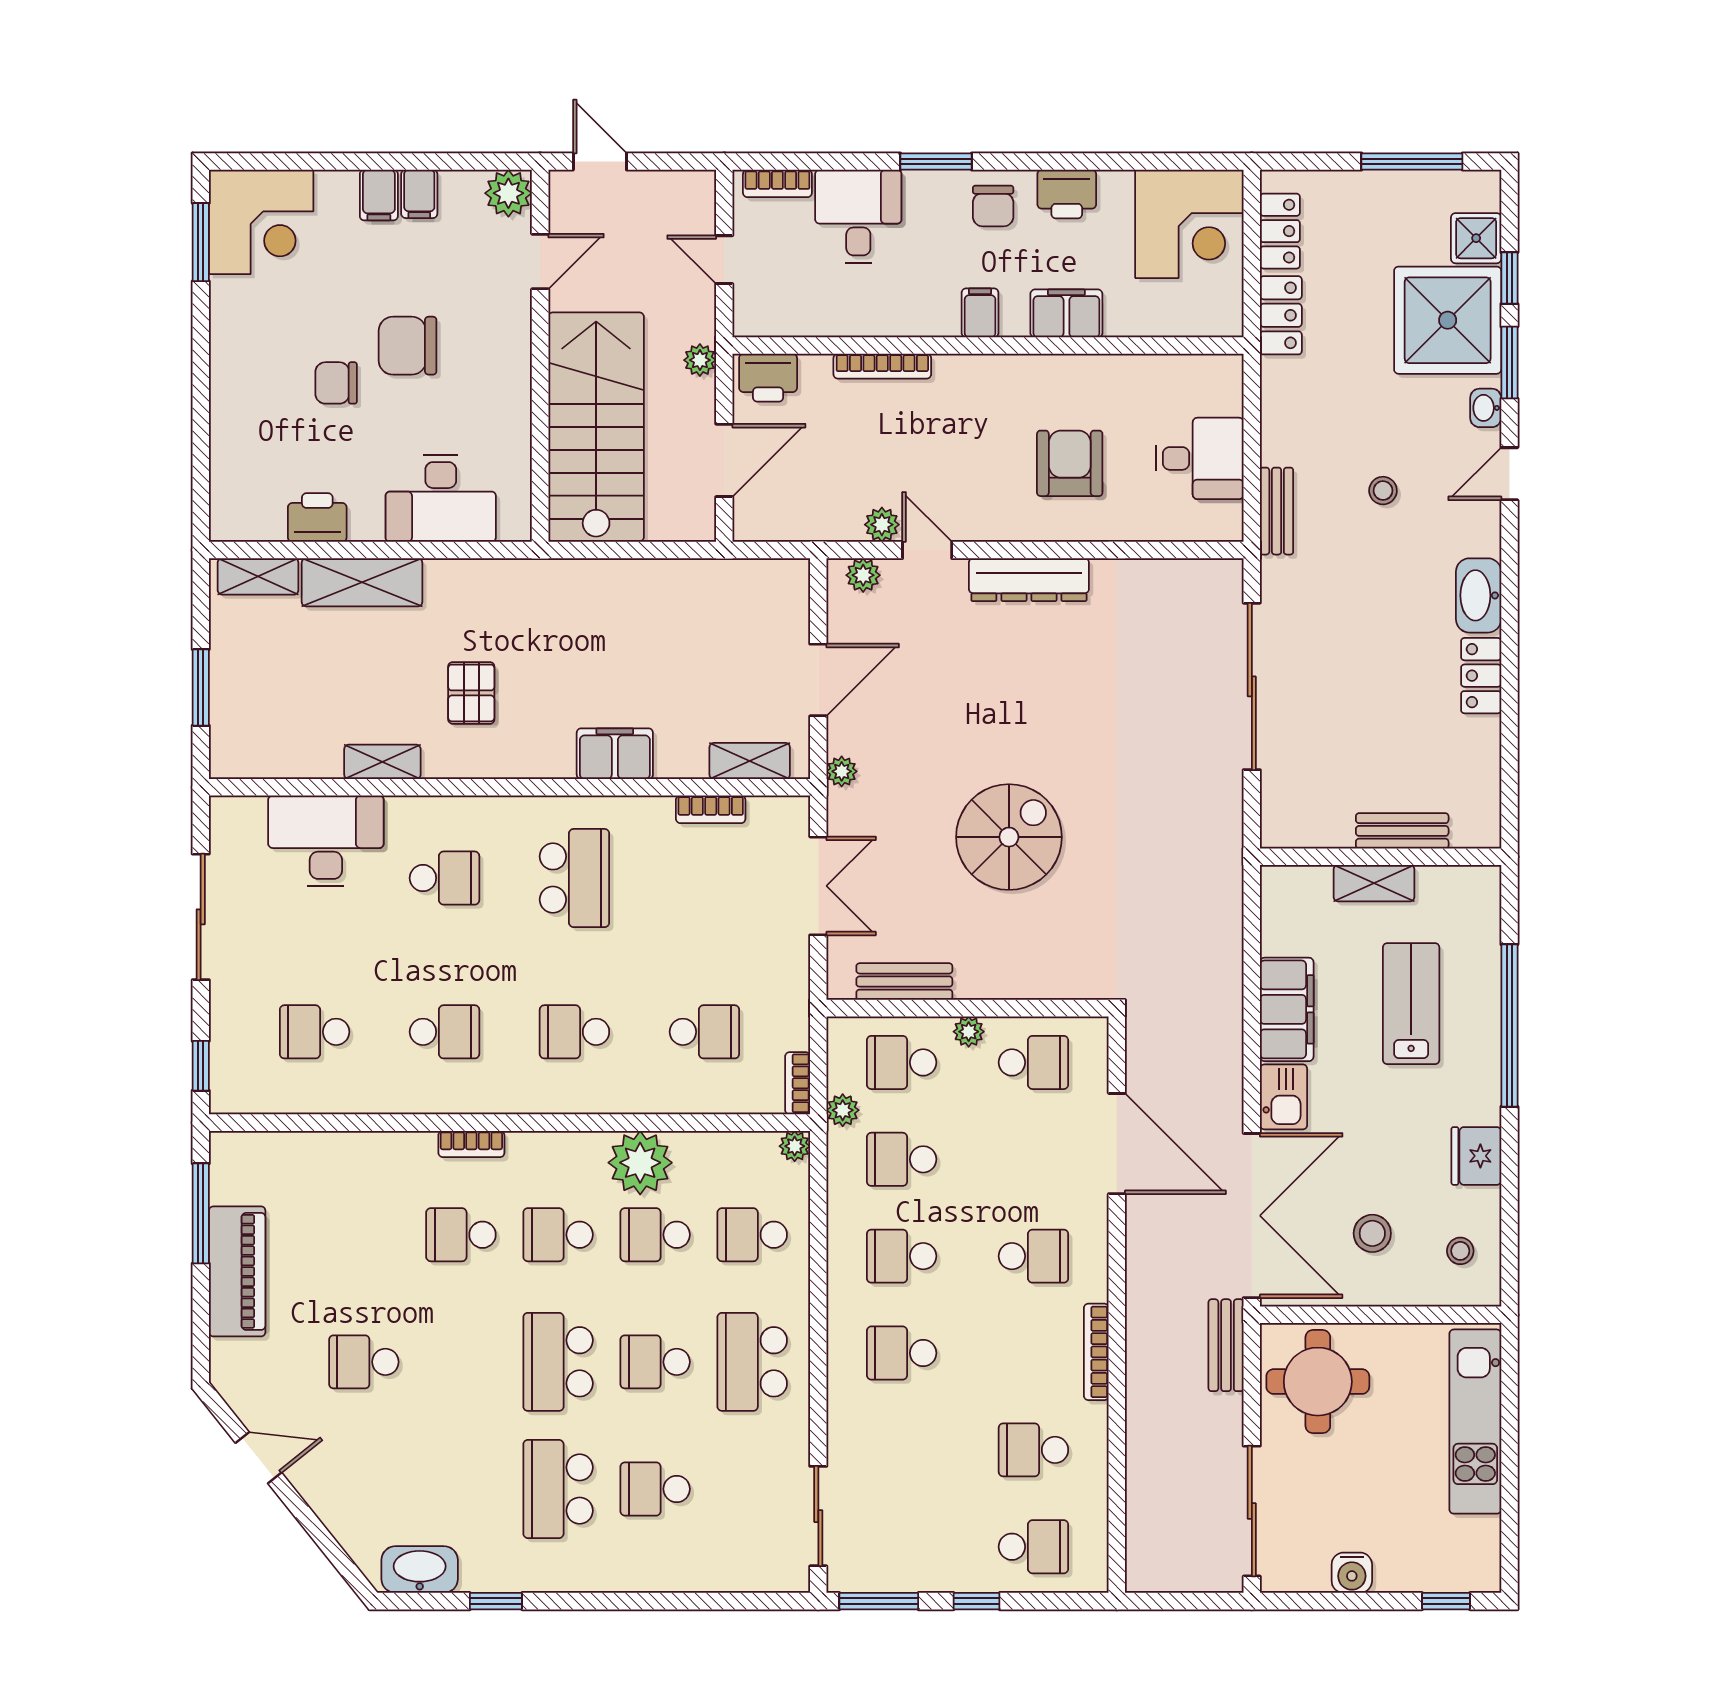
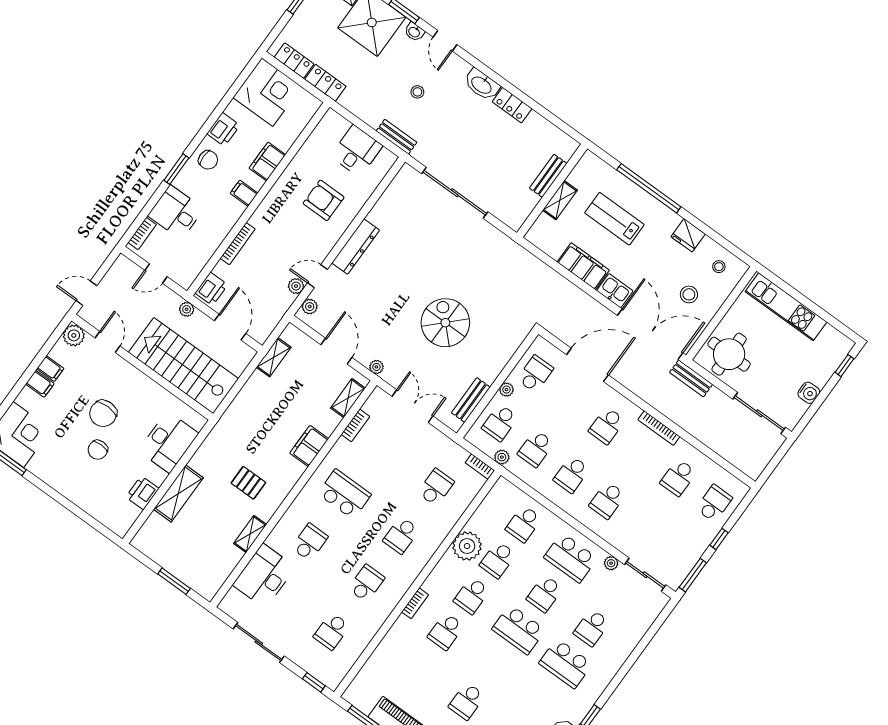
shelving: (258, 576) -> (274, 357), moved
plant: (795, 1146) -> (611, 563), moved
school desk: (1033, 1256) -> (607, 426), turned 180

